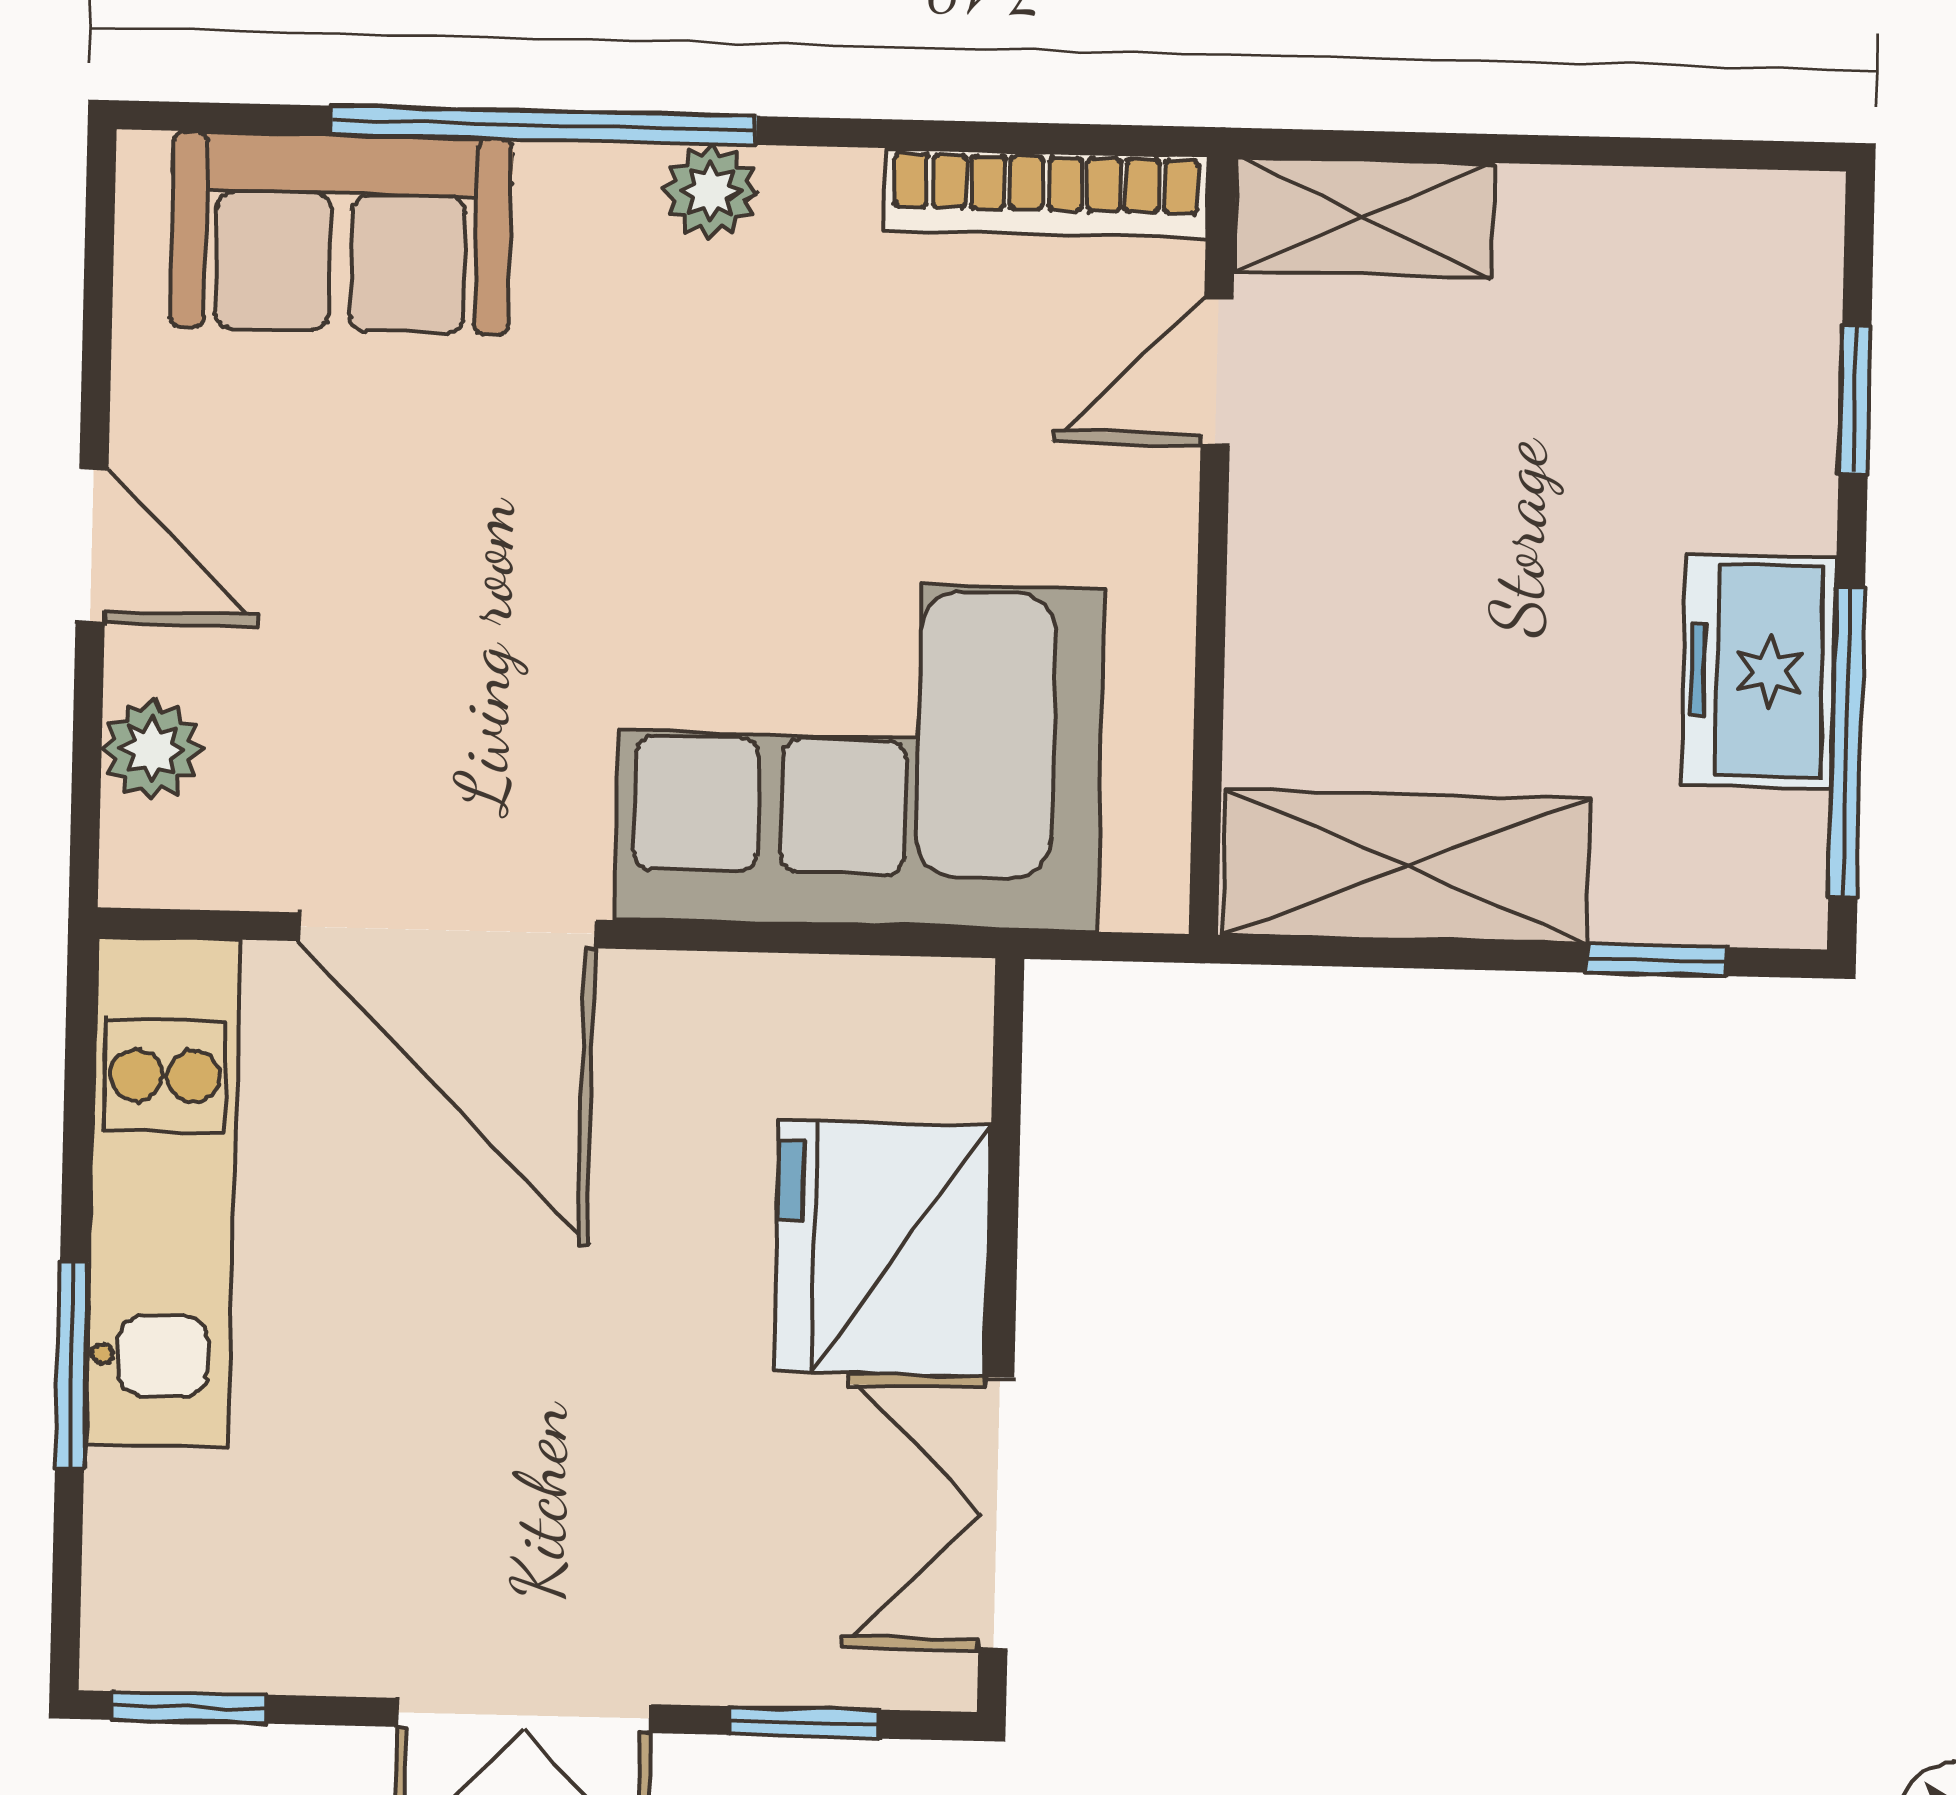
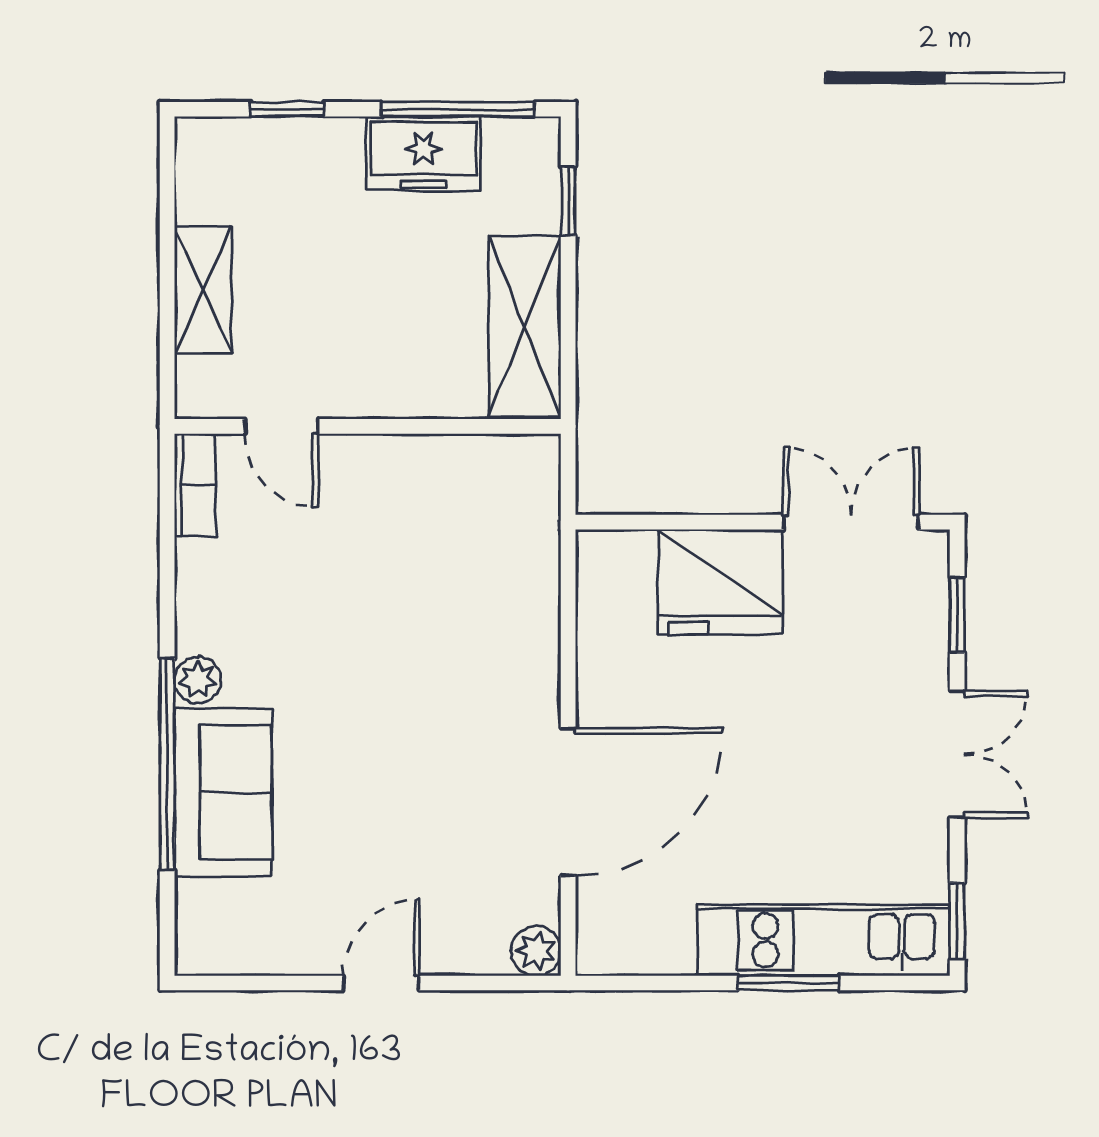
bookcase: (1046, 193) -> (195, 485), width x0.64
shelving: (1364, 218) -> (203, 290), moved
sofa: (341, 233) -> (223, 792), moved
plant: (152, 749) -> (536, 951), moved
corner sofa: (860, 754) -> (475, 599), removed
kitchen unit: (162, 1193) -> (824, 940), moved
double door: (996, 1514) -> (851, 522), swing flipped

